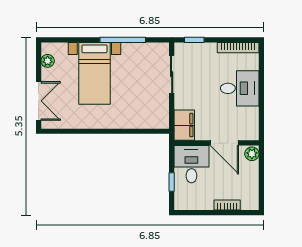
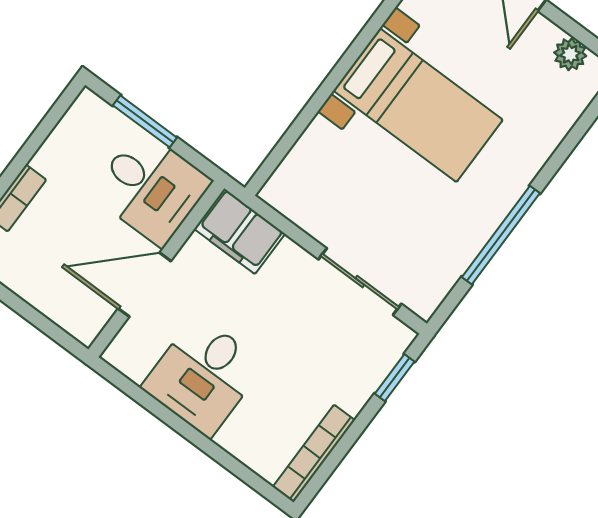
bed with nightstands: (94, 73) -> (418, 105), moved, turned 180
desk: (240, 88) -> (203, 376), moved
plant: (252, 154) -> (82, 323), removed
window: (172, 182) -> (145, 121), width x1.50

